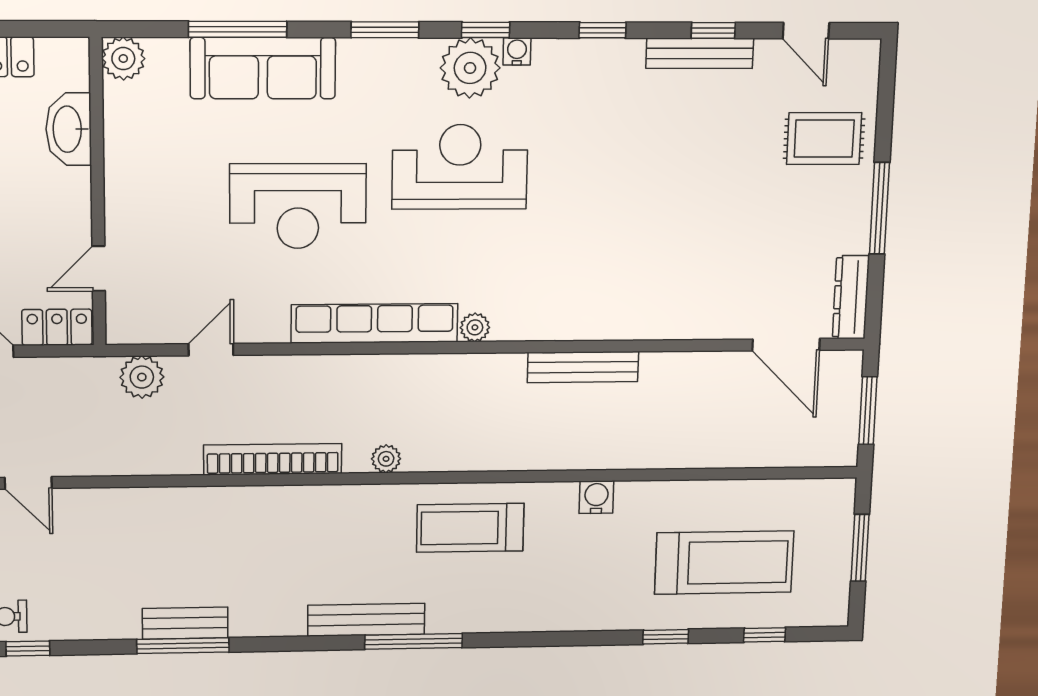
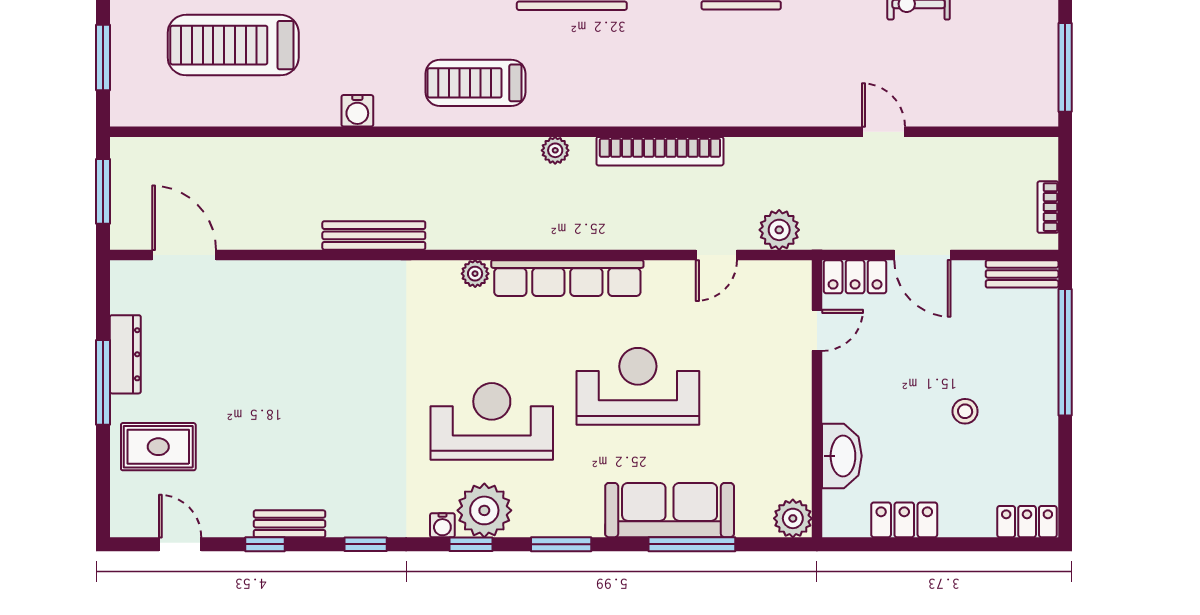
bench: (700, 53) -> (289, 524), width x0.73
reception desk: (460, 167) -> (492, 421), turned 180
dresser: (851, 297) -> (125, 354), moved
treadmill: (470, 528) -> (476, 83), turned 180

